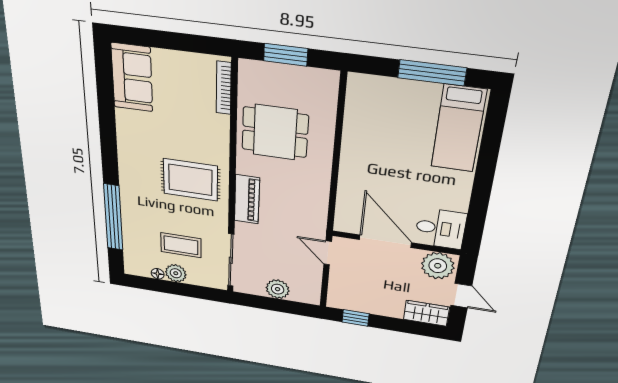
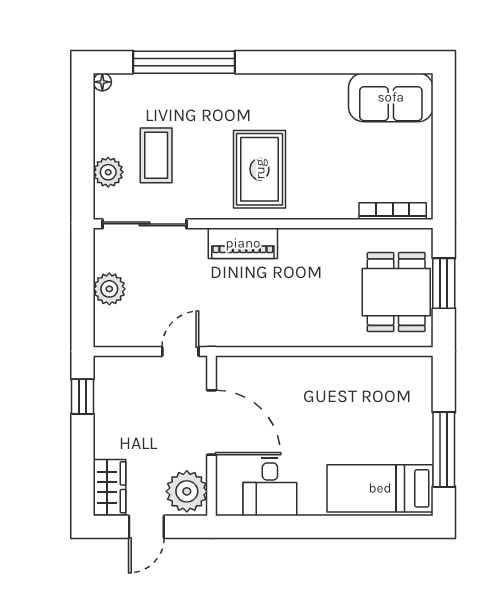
dining table: (275, 132) -> (396, 292), moved
desk: (440, 228) -> (270, 487), moved
door: (385, 241) -> (212, 422), hinge flipped
plant: (176, 273) -> (108, 172), moved
floor lamp: (158, 274) -> (102, 82), moved

